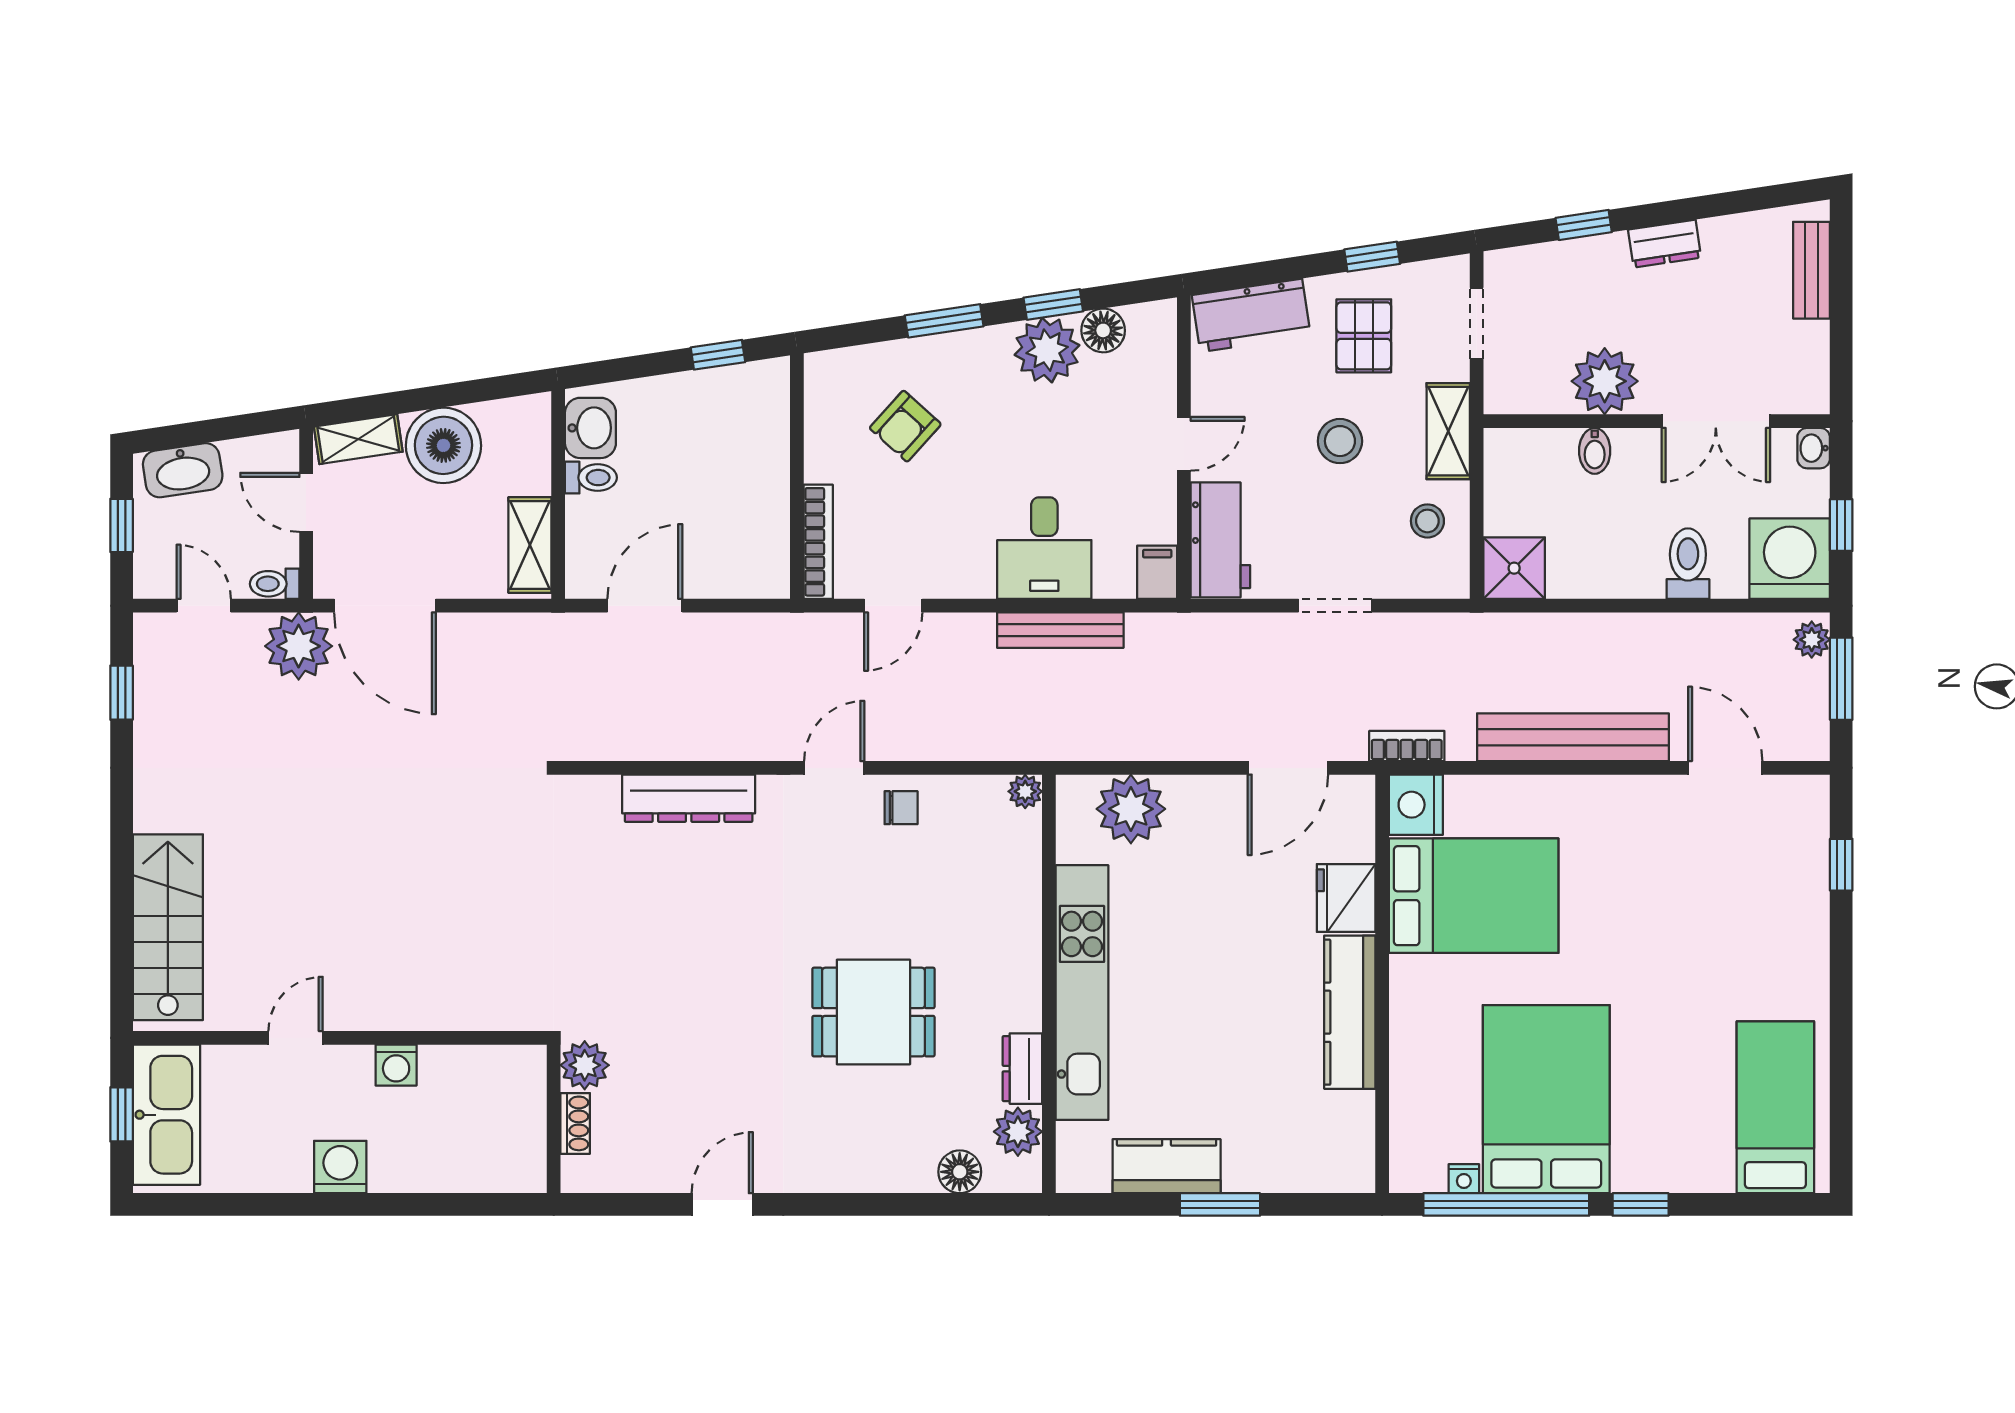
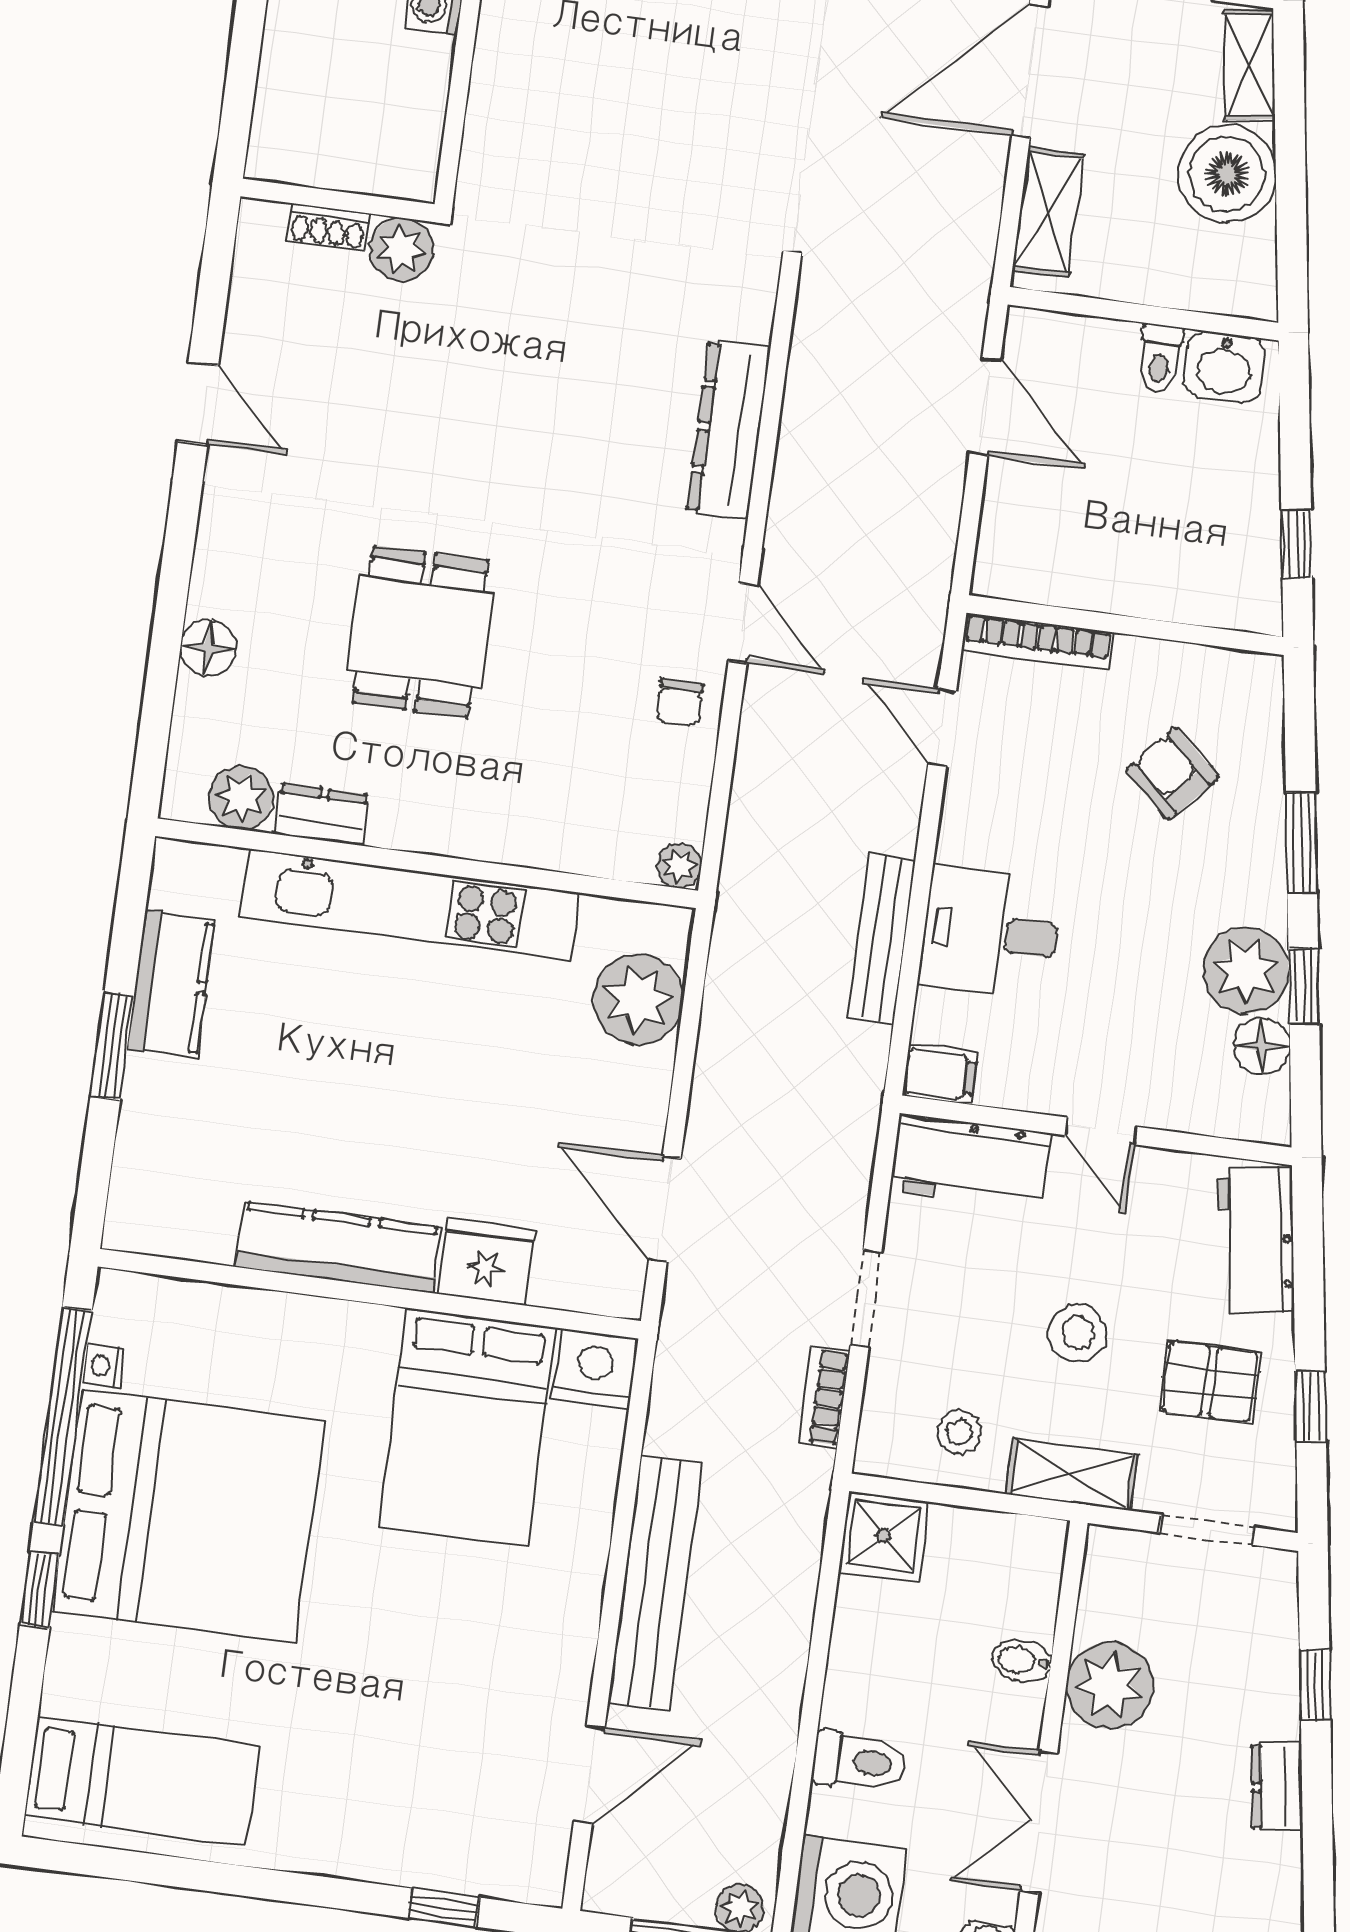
shelving: (530, 545) -> (1048, 212), moved, turned 90
bookcase: (1407, 746) -> (824, 1397), moved, turned 180
bed: (1546, 1099) -> (188, 1516), width x1.36
floor lamp: (960, 1172) -> (208, 648), moved

